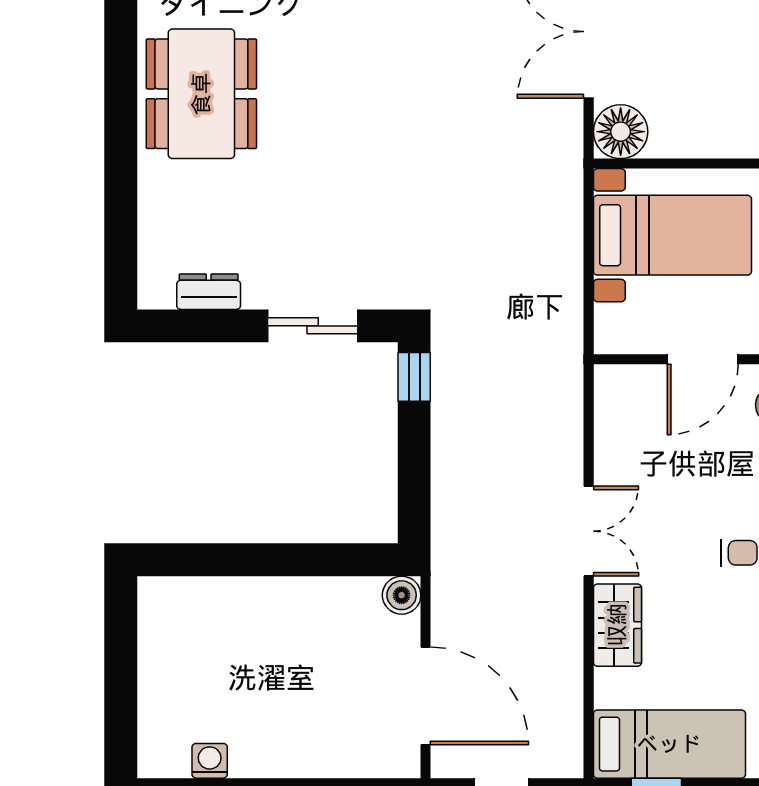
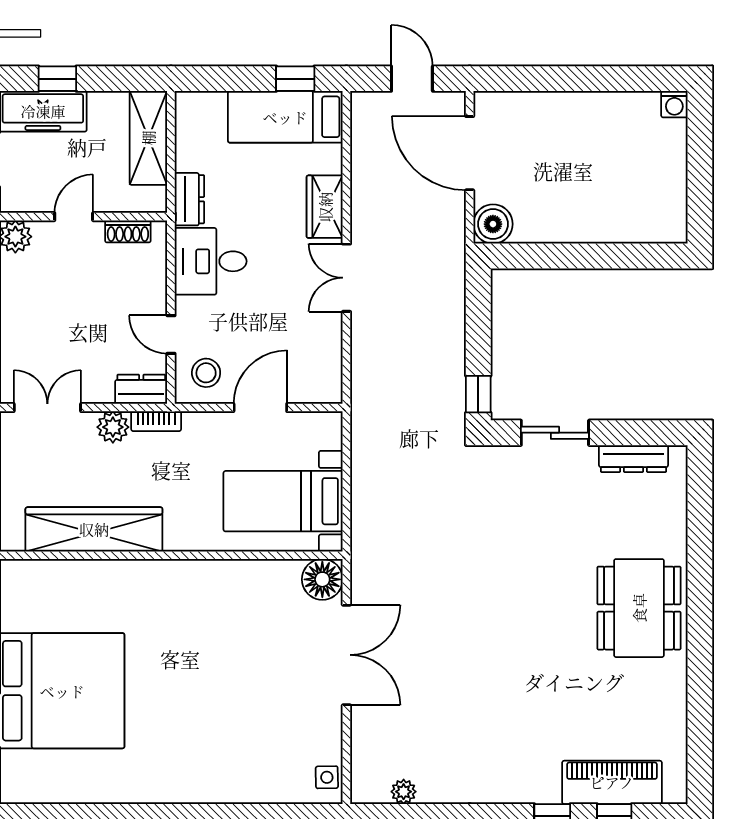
dresser: (209, 292) -> (634, 459), width x1.44
boiler: (402, 595) -> (493, 224), width x1.36, depth x1.36
washing machine: (210, 761) -> (674, 104), moved

